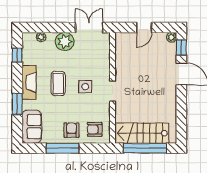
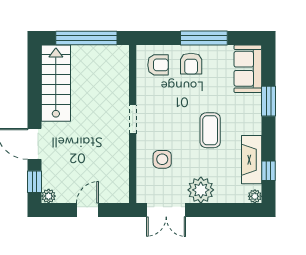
plant: (41, 37) -> (255, 196), moved
fireplace: (29, 82) -> (252, 160), moved
side table: (85, 87) -> (162, 159), moved
stairs: (142, 133) -> (56, 83), moved, turned -90

